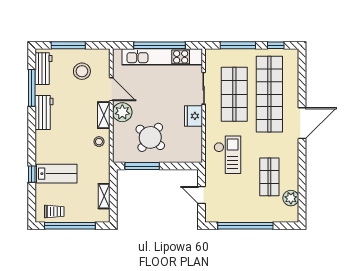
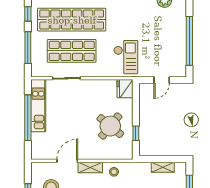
kitchen unit: (162, 57) -> (38, 106), width x0.73
plant: (122, 112) -> (88, 151), removed
fridge: (193, 116) -> (125, 89), moved, turned 90
checkout: (227, 155) -> (126, 57), turned 90
window: (142, 166) -> (136, 133), width x0.46
shop shelf: (269, 177) -> (146, 20), removed

